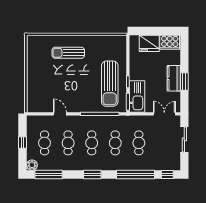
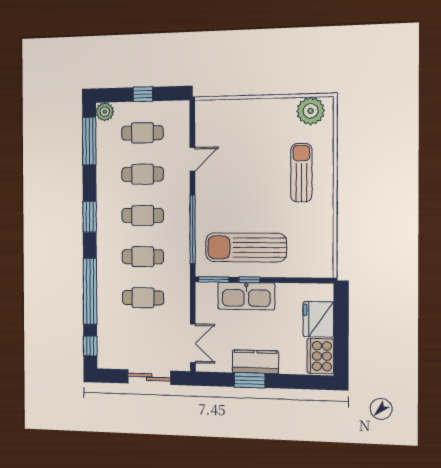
plant: (34, 48) -> (311, 111), added
kitchen sink: (137, 96) -> (246, 296), moved

